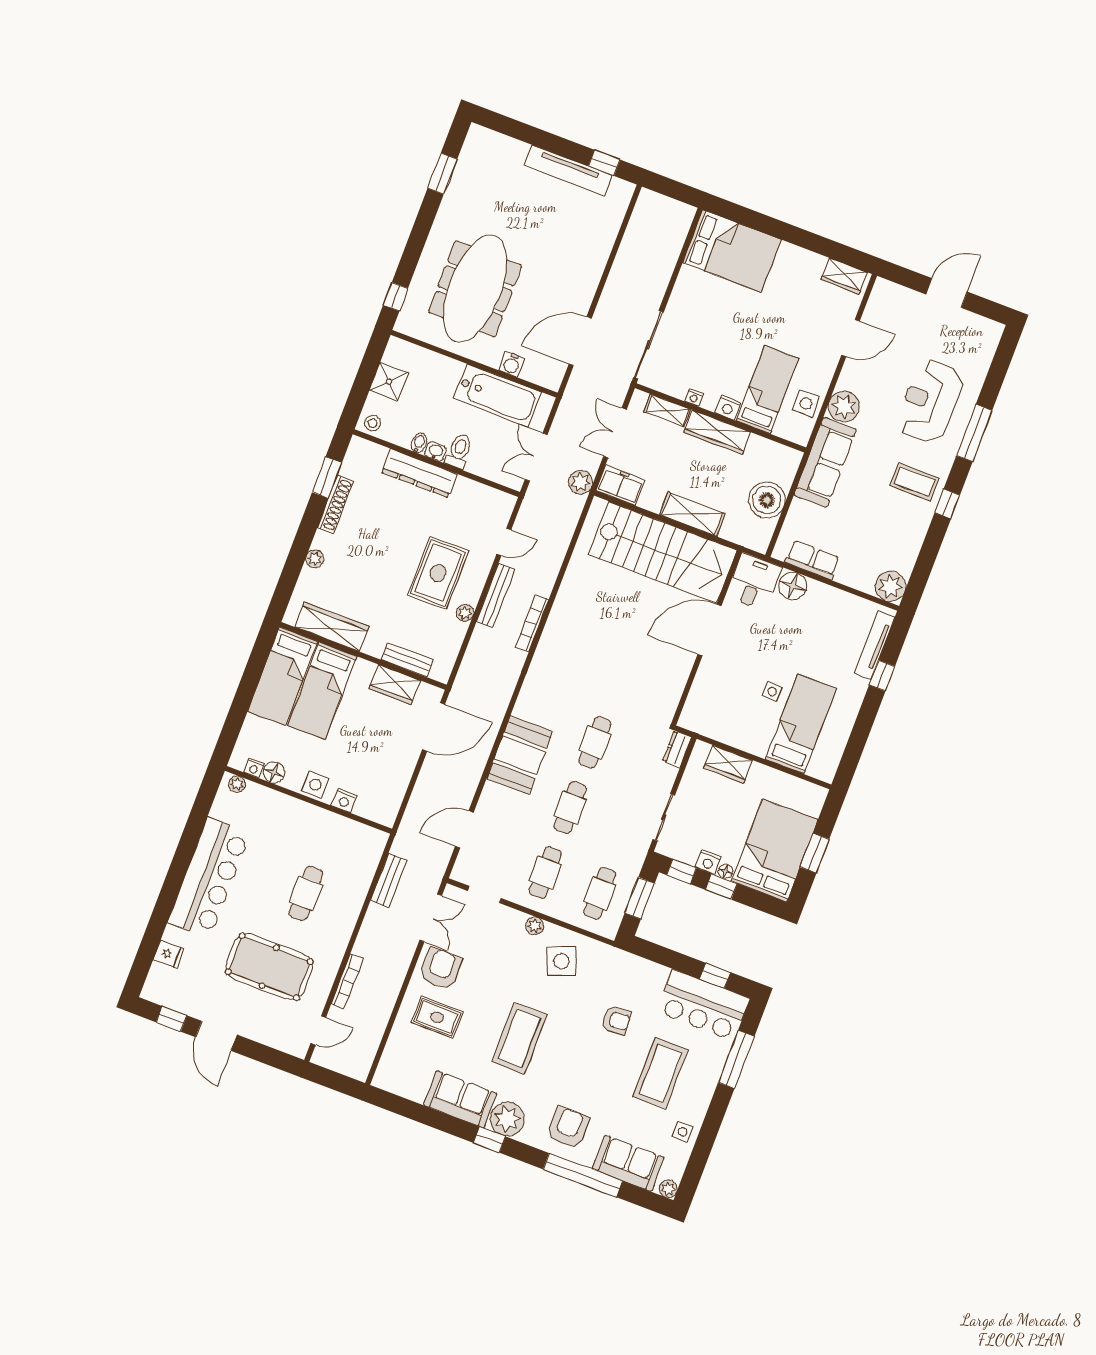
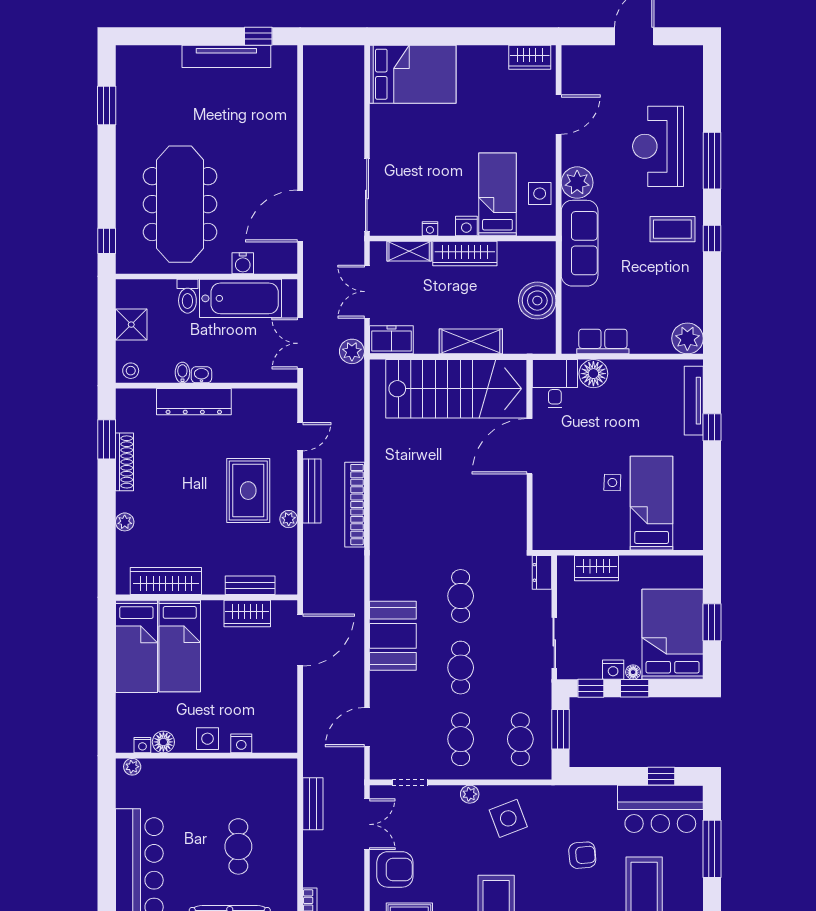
toilet: (459, 451) -> (187, 296), moved, turned 180
bookcase: (532, 623) -> (355, 505), width x1.48, depth x1.31
armchair: (441, 969) -> (395, 869), turned 90

